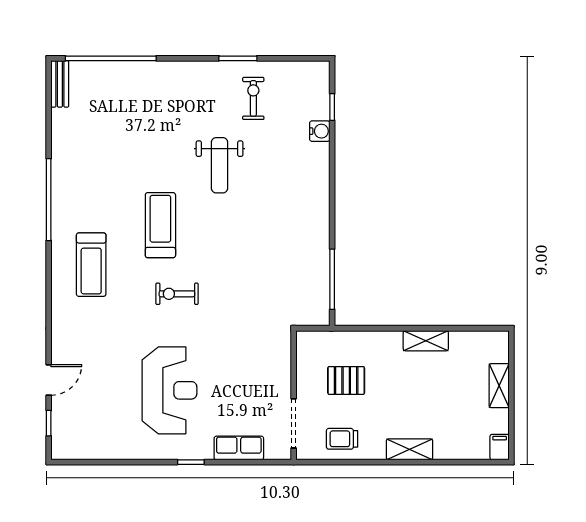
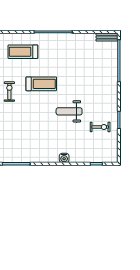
water cooler: (320, 131) -> (64, 158), moved

